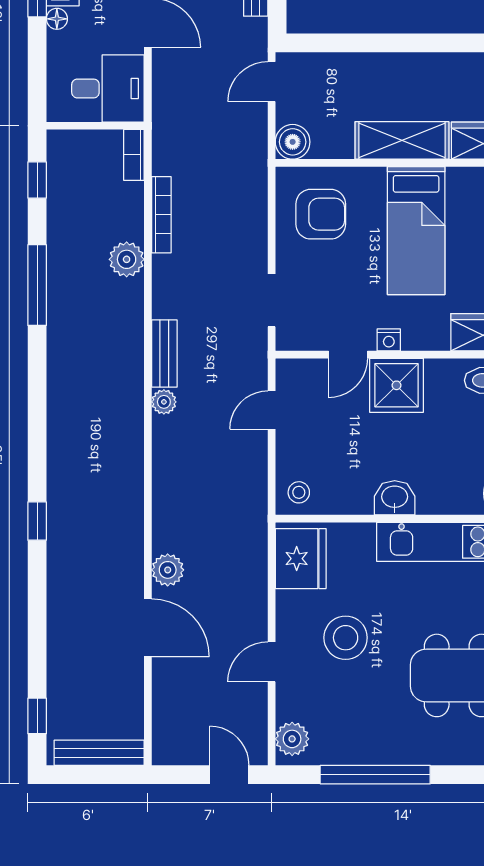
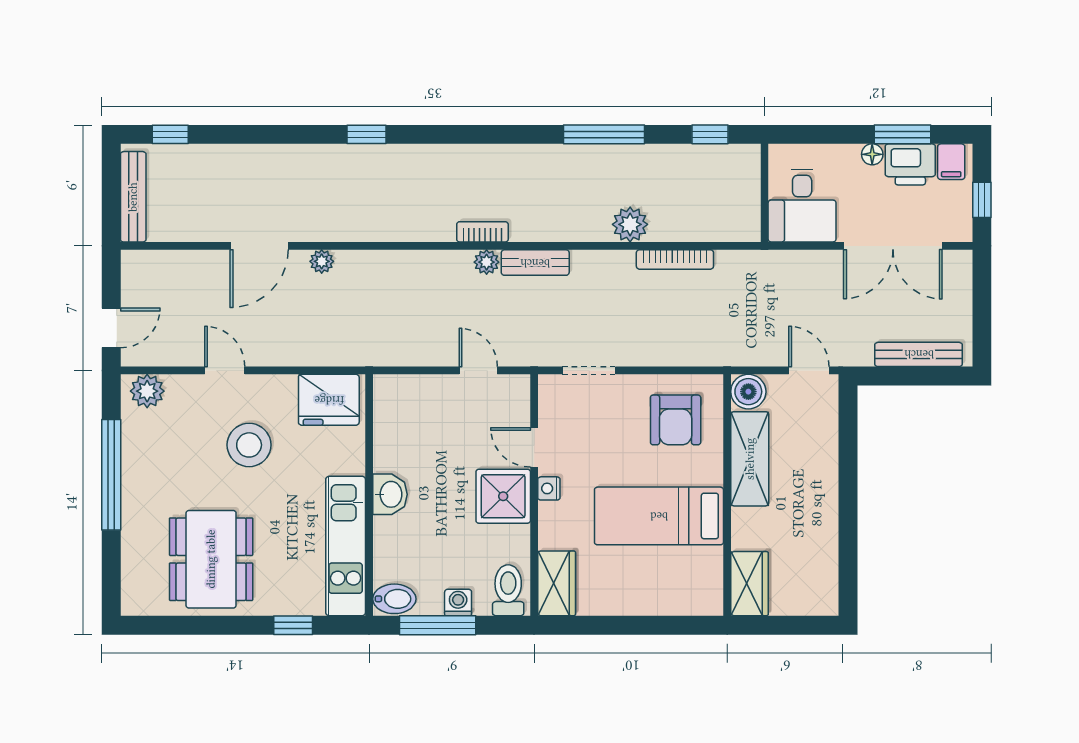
shelving: (402, 140) -> (750, 459), moved
bookcase: (134, 155) -> (482, 232), moved
stool: (299, 492) -> (395, 398), removed
plant: (168, 570) -> (322, 261), width x0.73, depth x0.73

